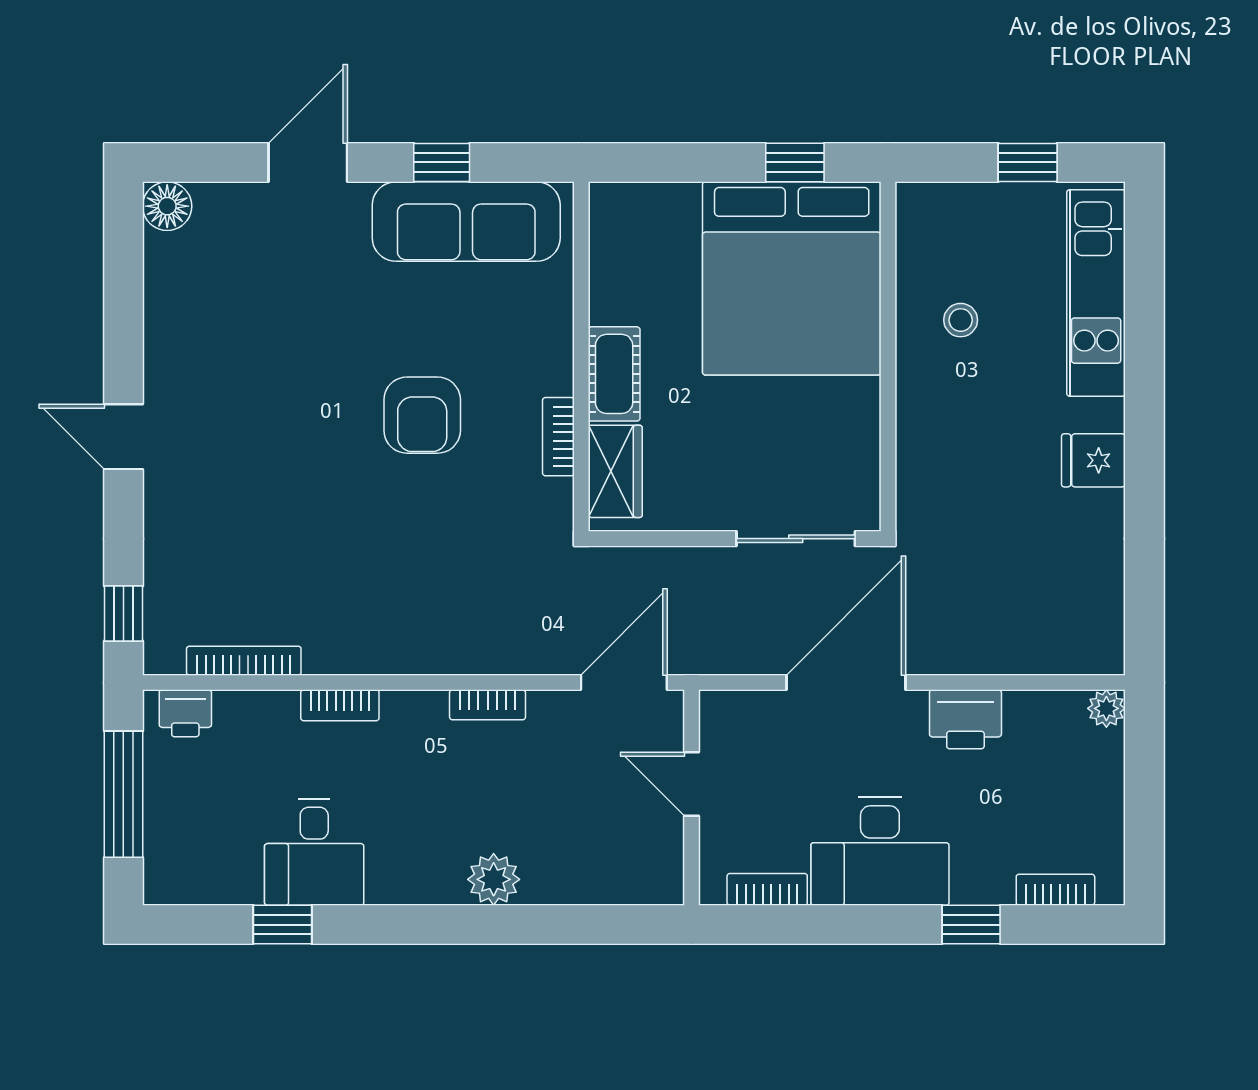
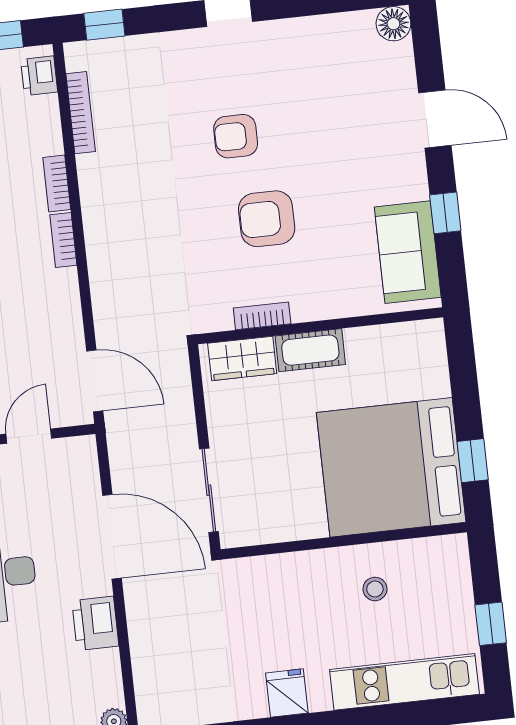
sofa: (466, 222) -> (408, 252), width x0.73
armchair: (301, 446) -> (236, 136), added
bookcase: (488, 705) -> (63, 240), moved

